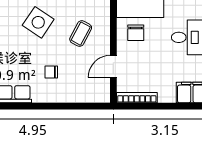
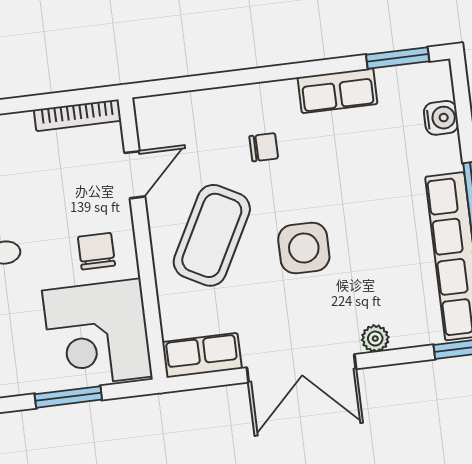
side table: (38, 22) -> (304, 248), turned -34
coffee table: (81, 34) -> (212, 235), width x1.86, depth x1.72

